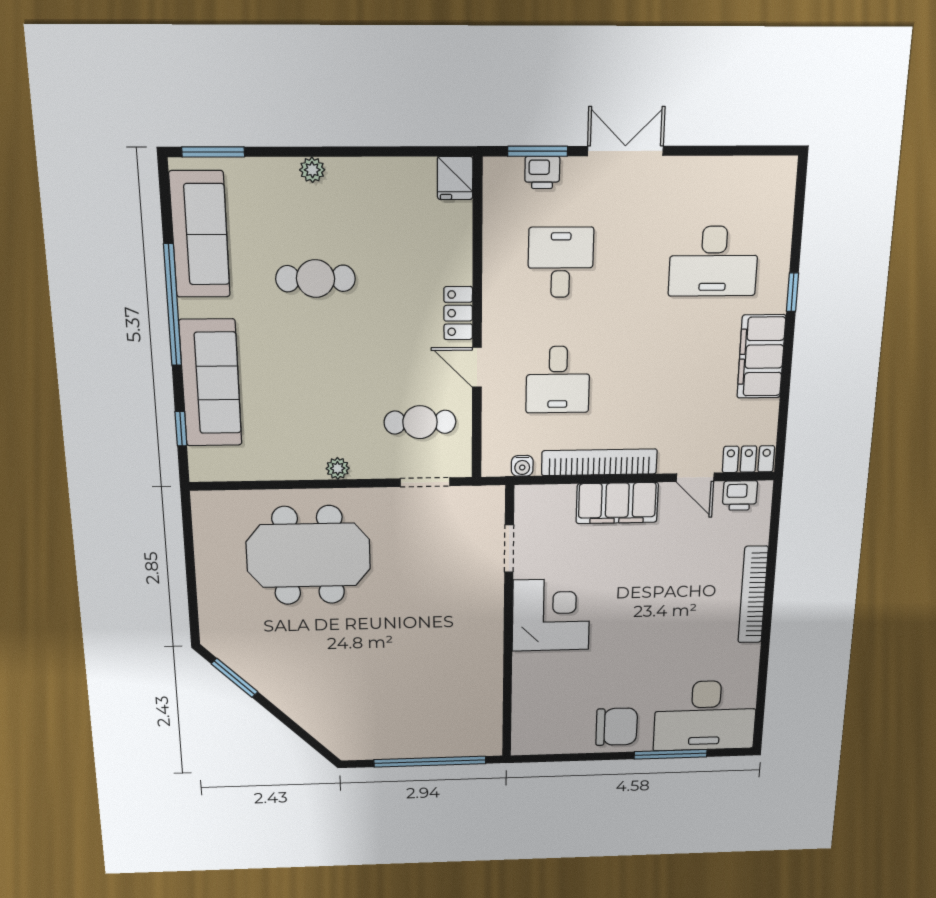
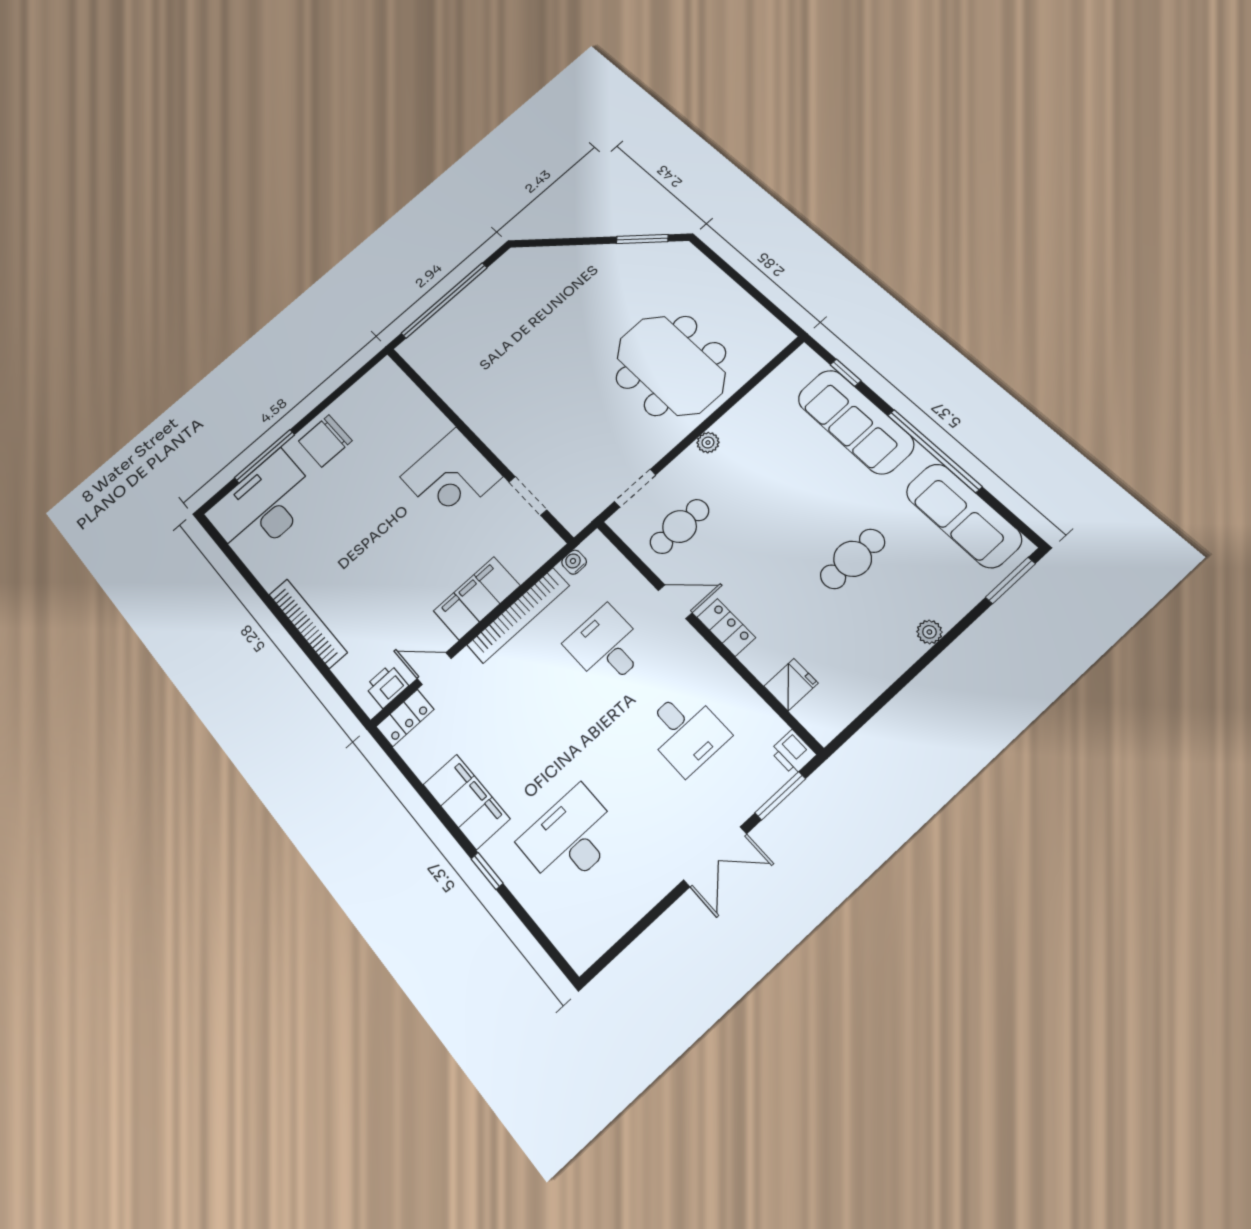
printer: (542, 172) -> (793, 753), moved, turned -90
fridge: (455, 178) -> (791, 685), moved, turned 90
meeting table: (308, 555) -> (671, 365), turned 90

